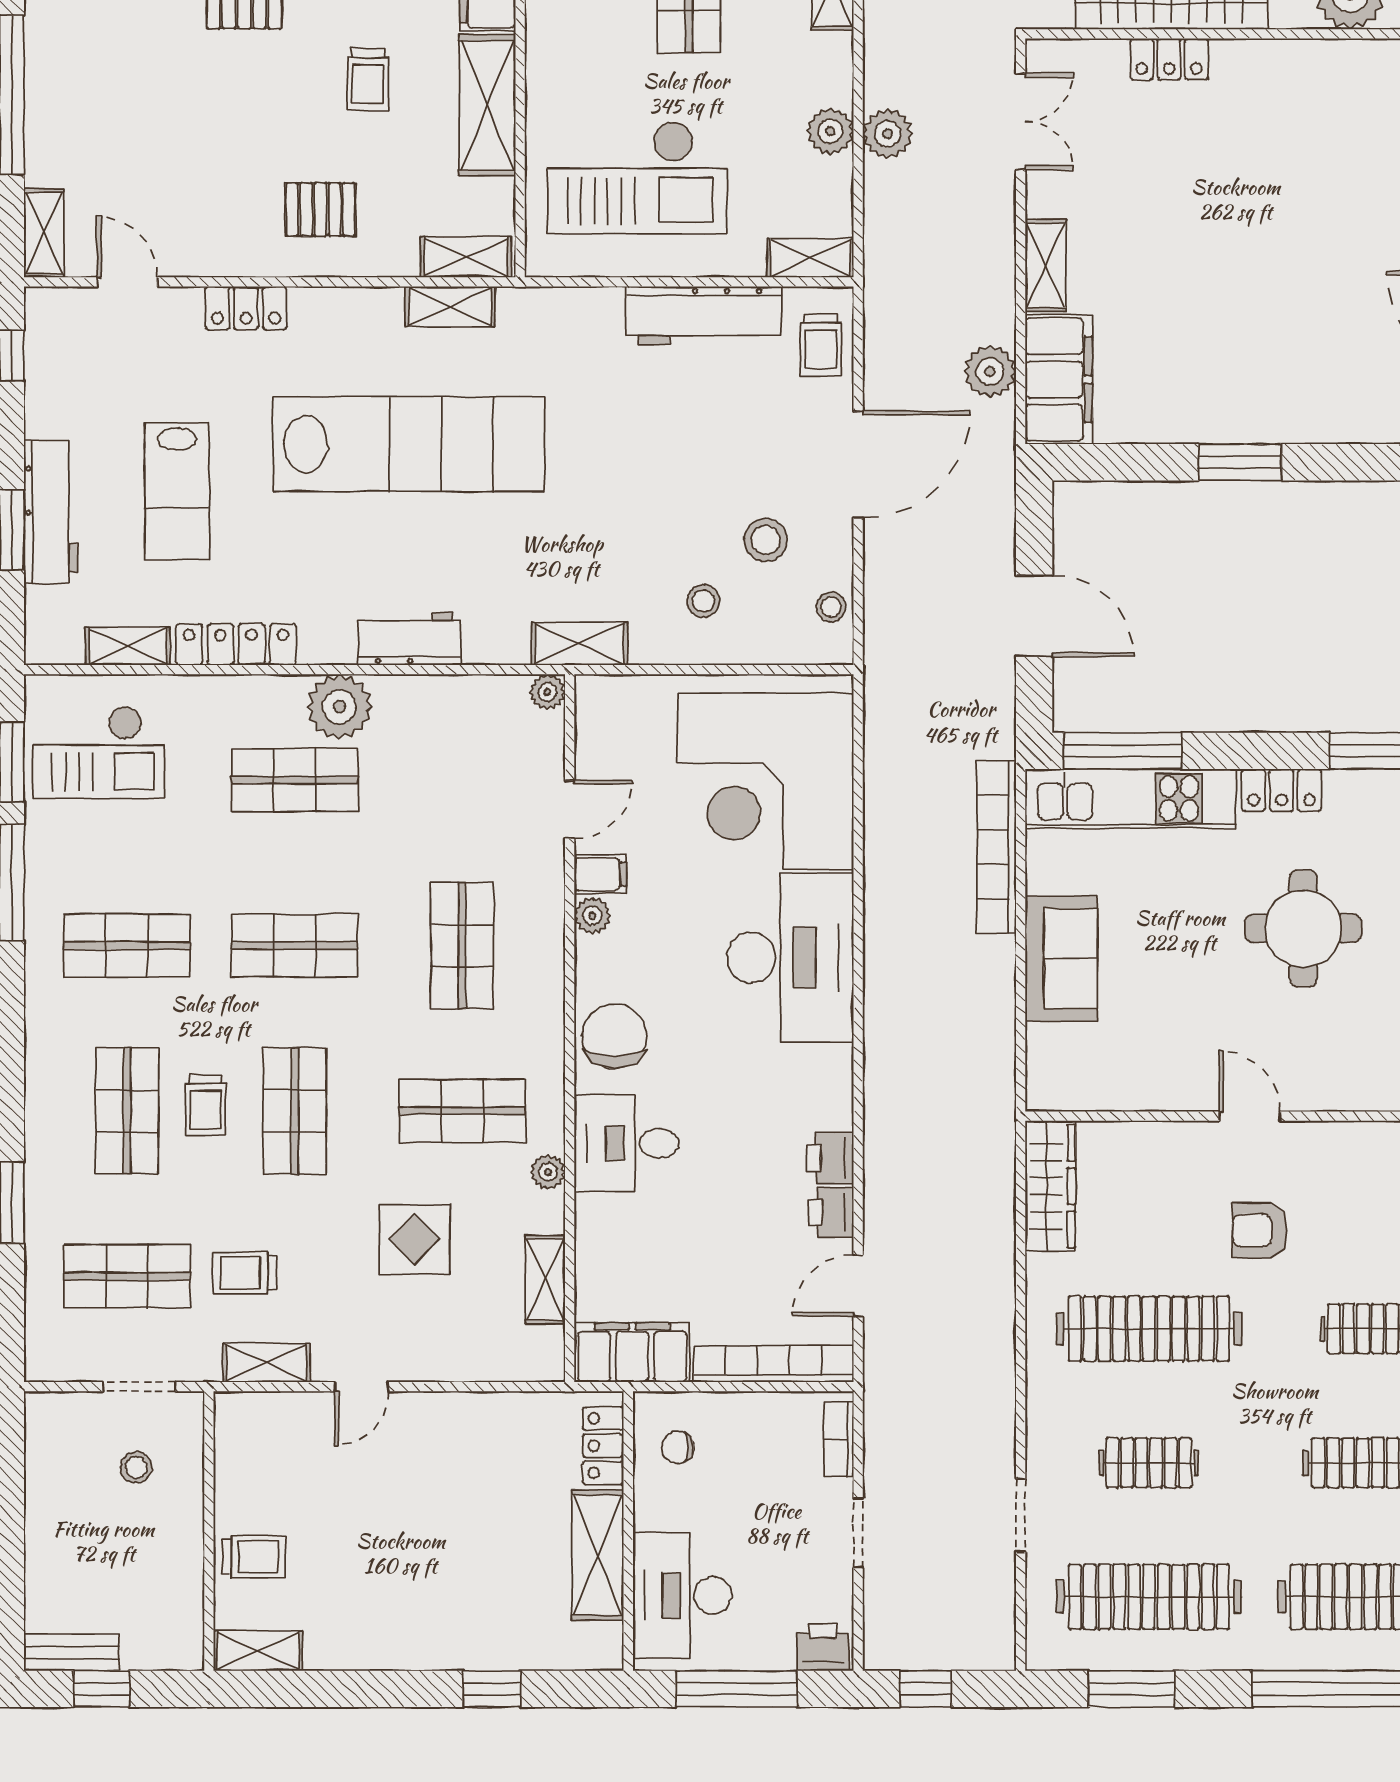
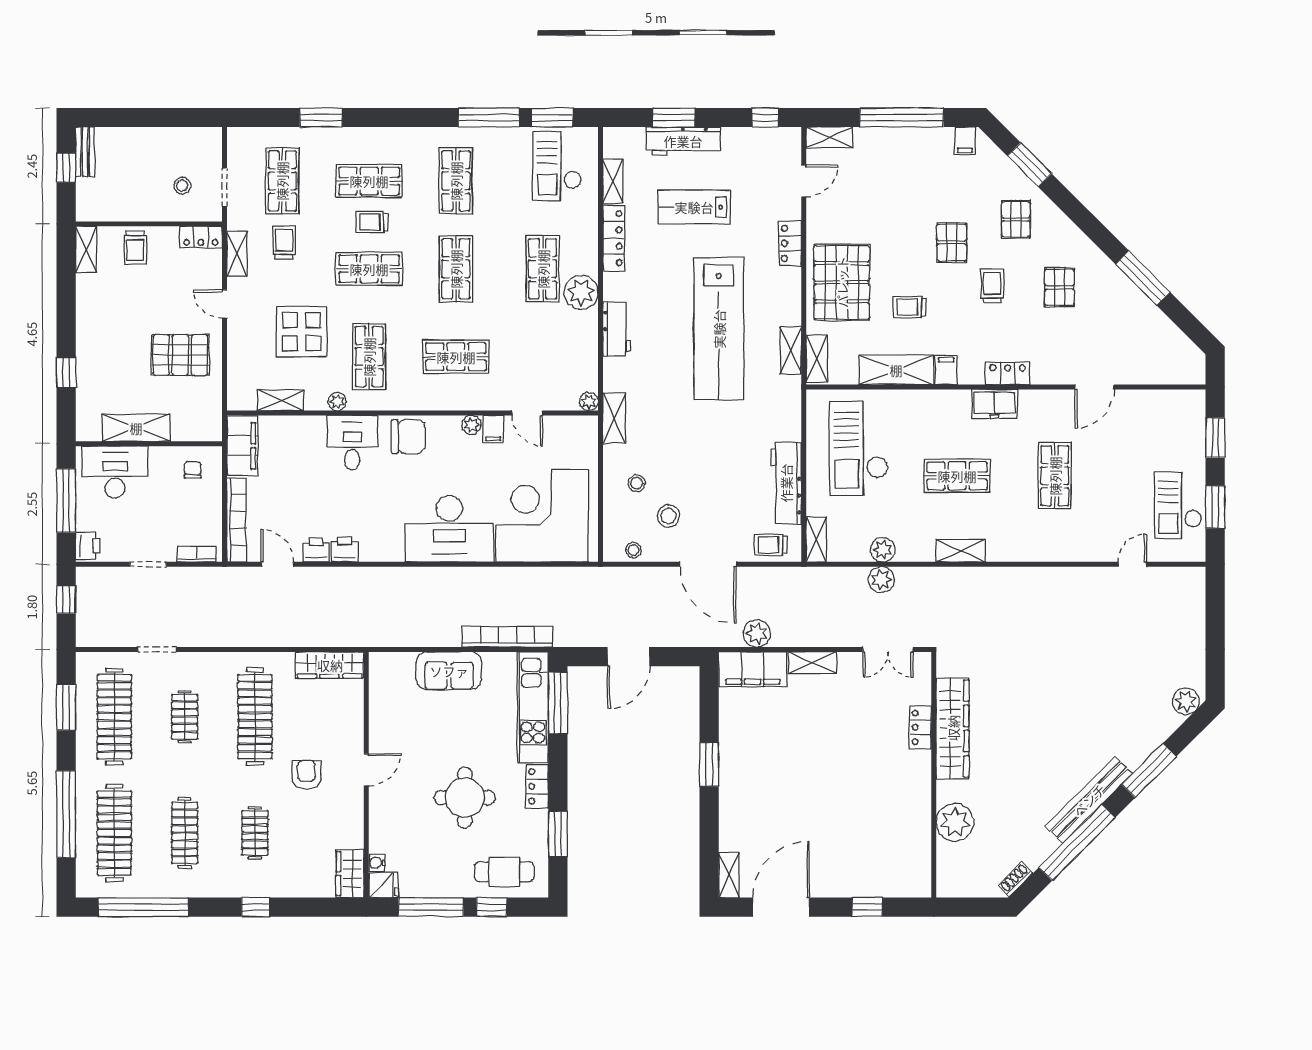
pallet: (320, 209) -> (842, 282), width x2.05, depth x2.00
display table: (414, 1239) -> (302, 332), width x1.36, depth x1.36
locker: (603, 1446) -> (201, 237), moved, turned 180
pallet: (459, 1471) -> (180, 355), added

